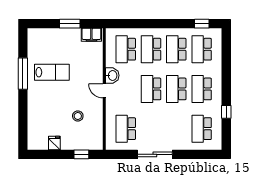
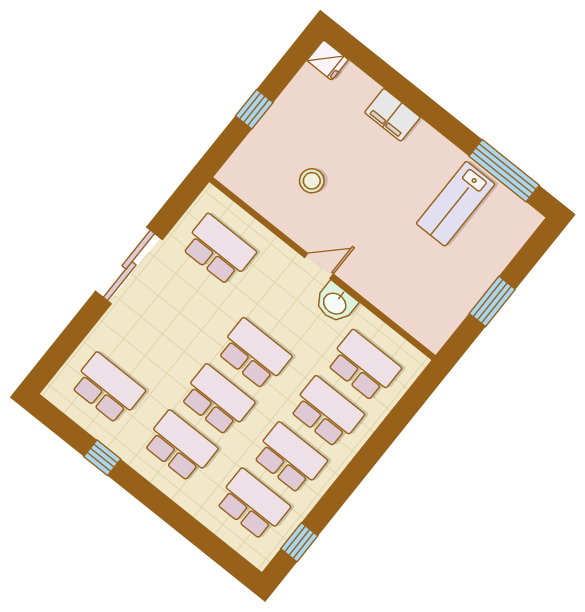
filing cabinet: (91, 35) -> (392, 115), moved, turned -90
lab bench: (52, 72) -> (456, 204), moved
window: (23, 74) -> (504, 171), moved
fridge: (54, 143) -> (328, 60), moved
window: (81, 154) -> (254, 109), moved

